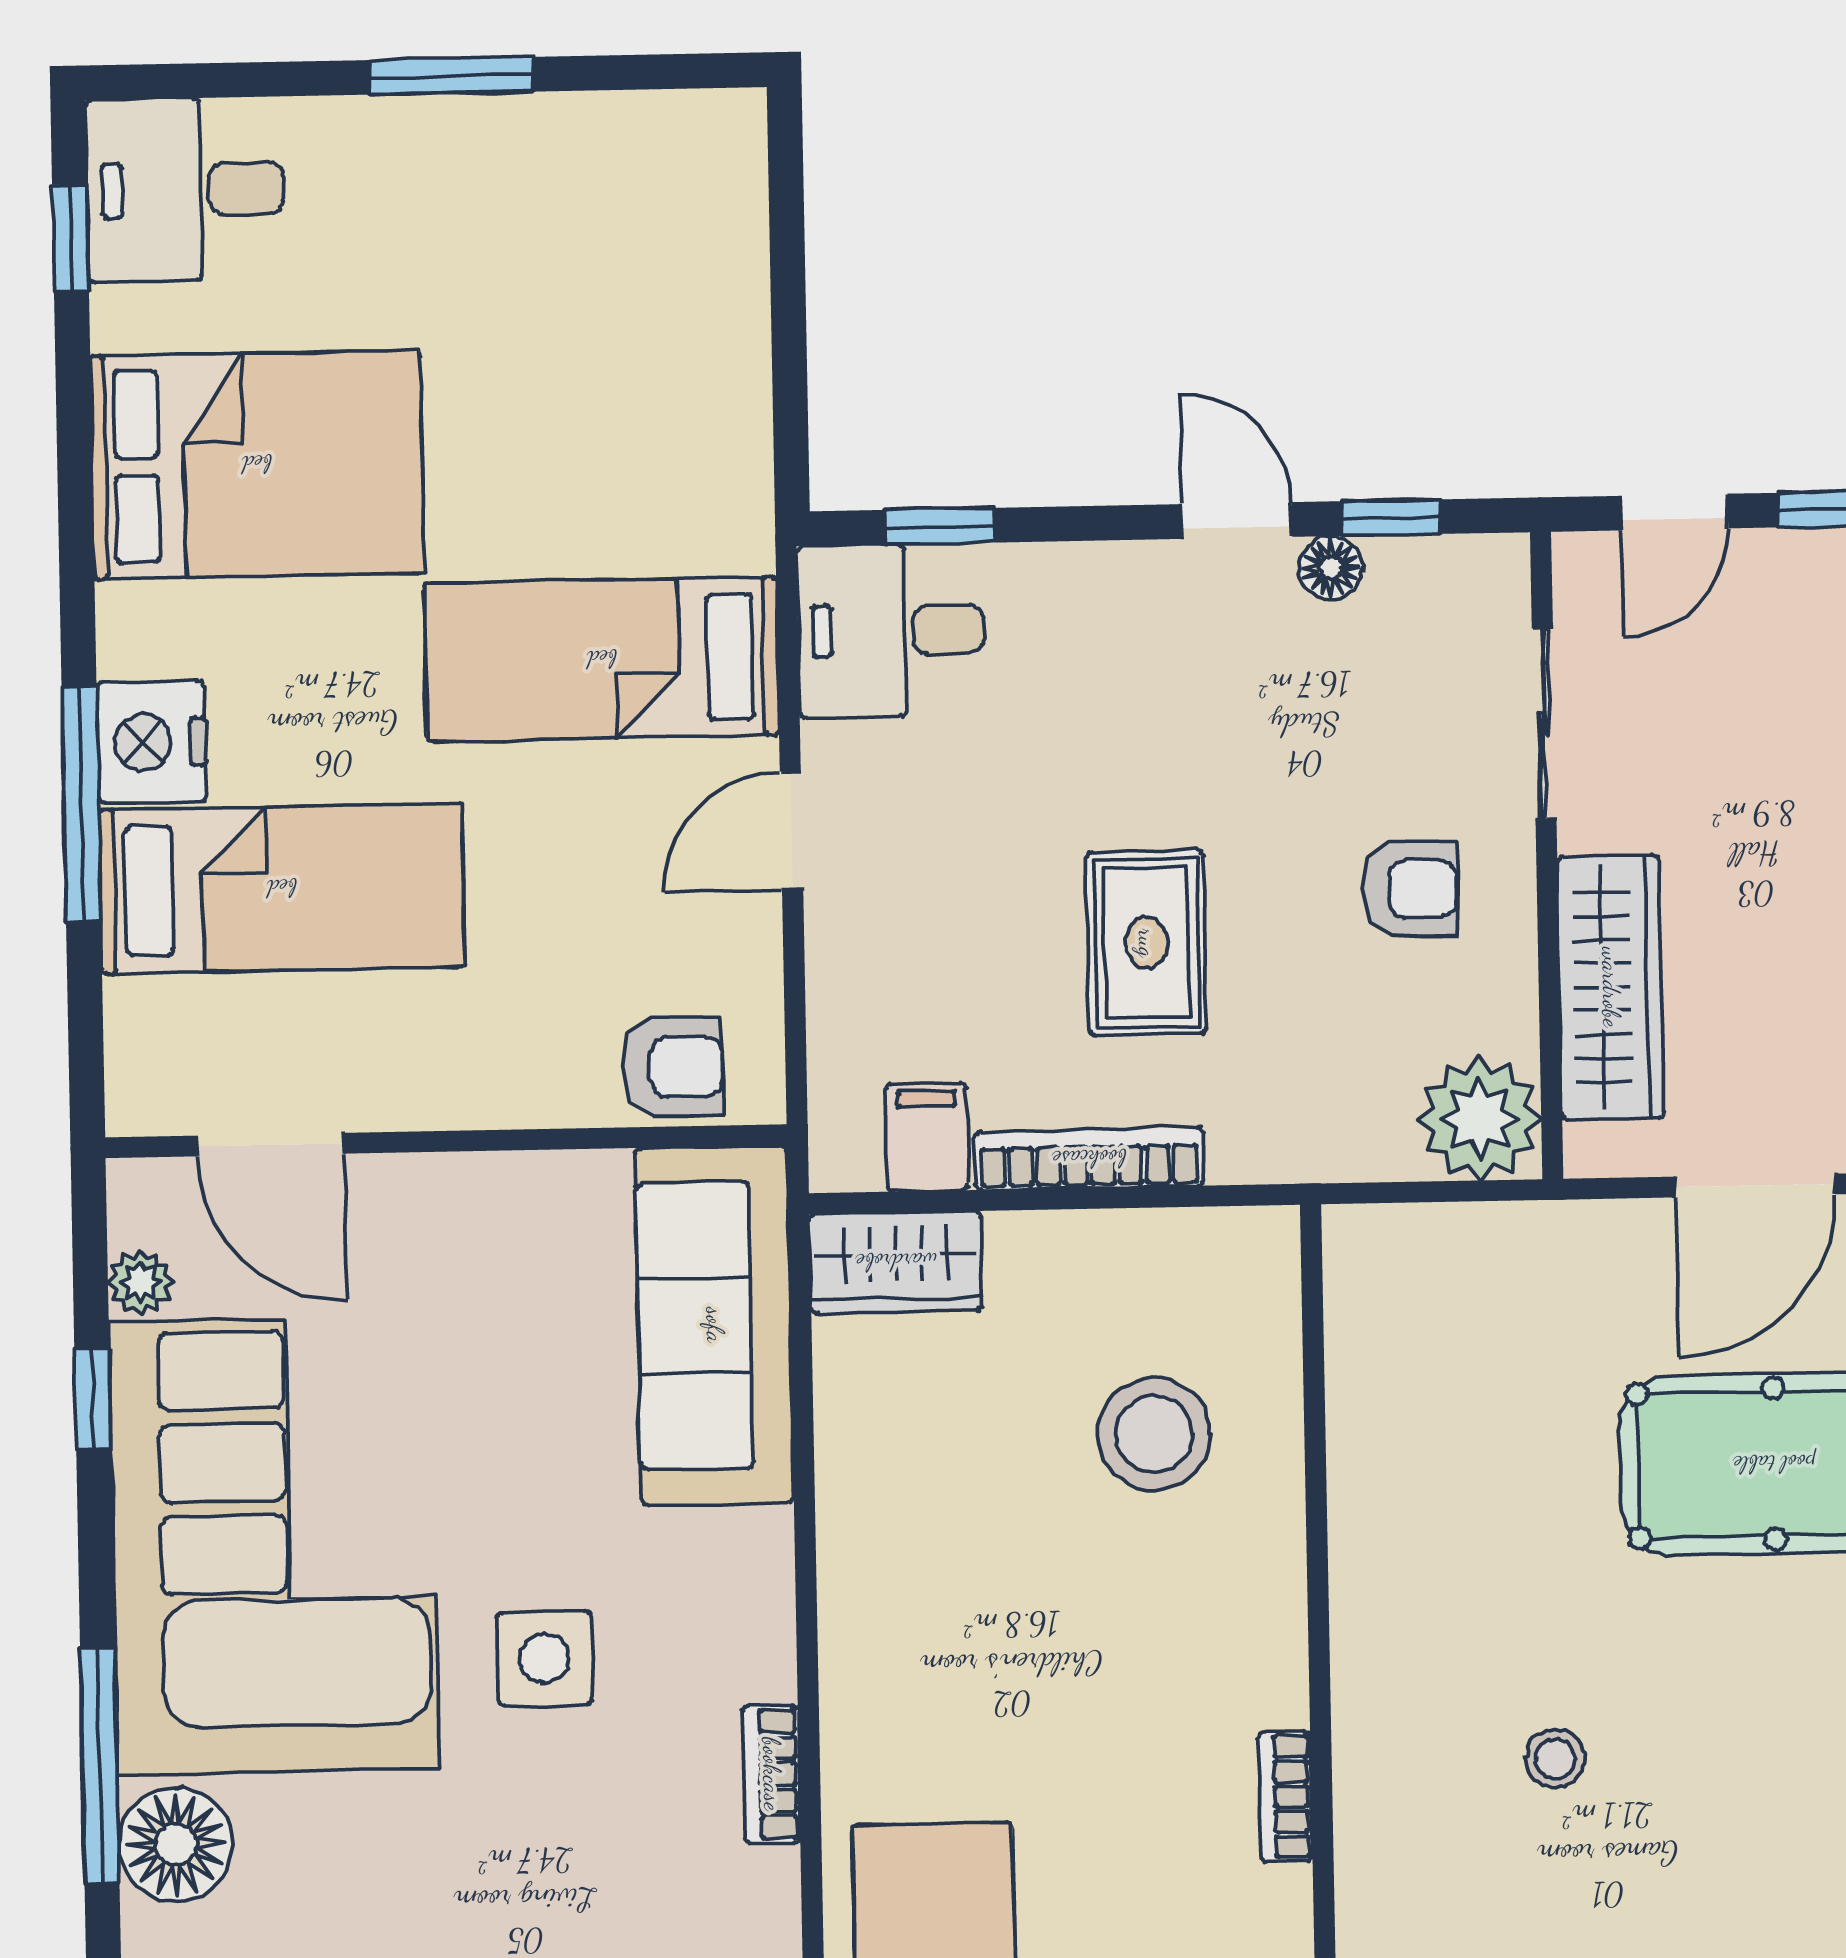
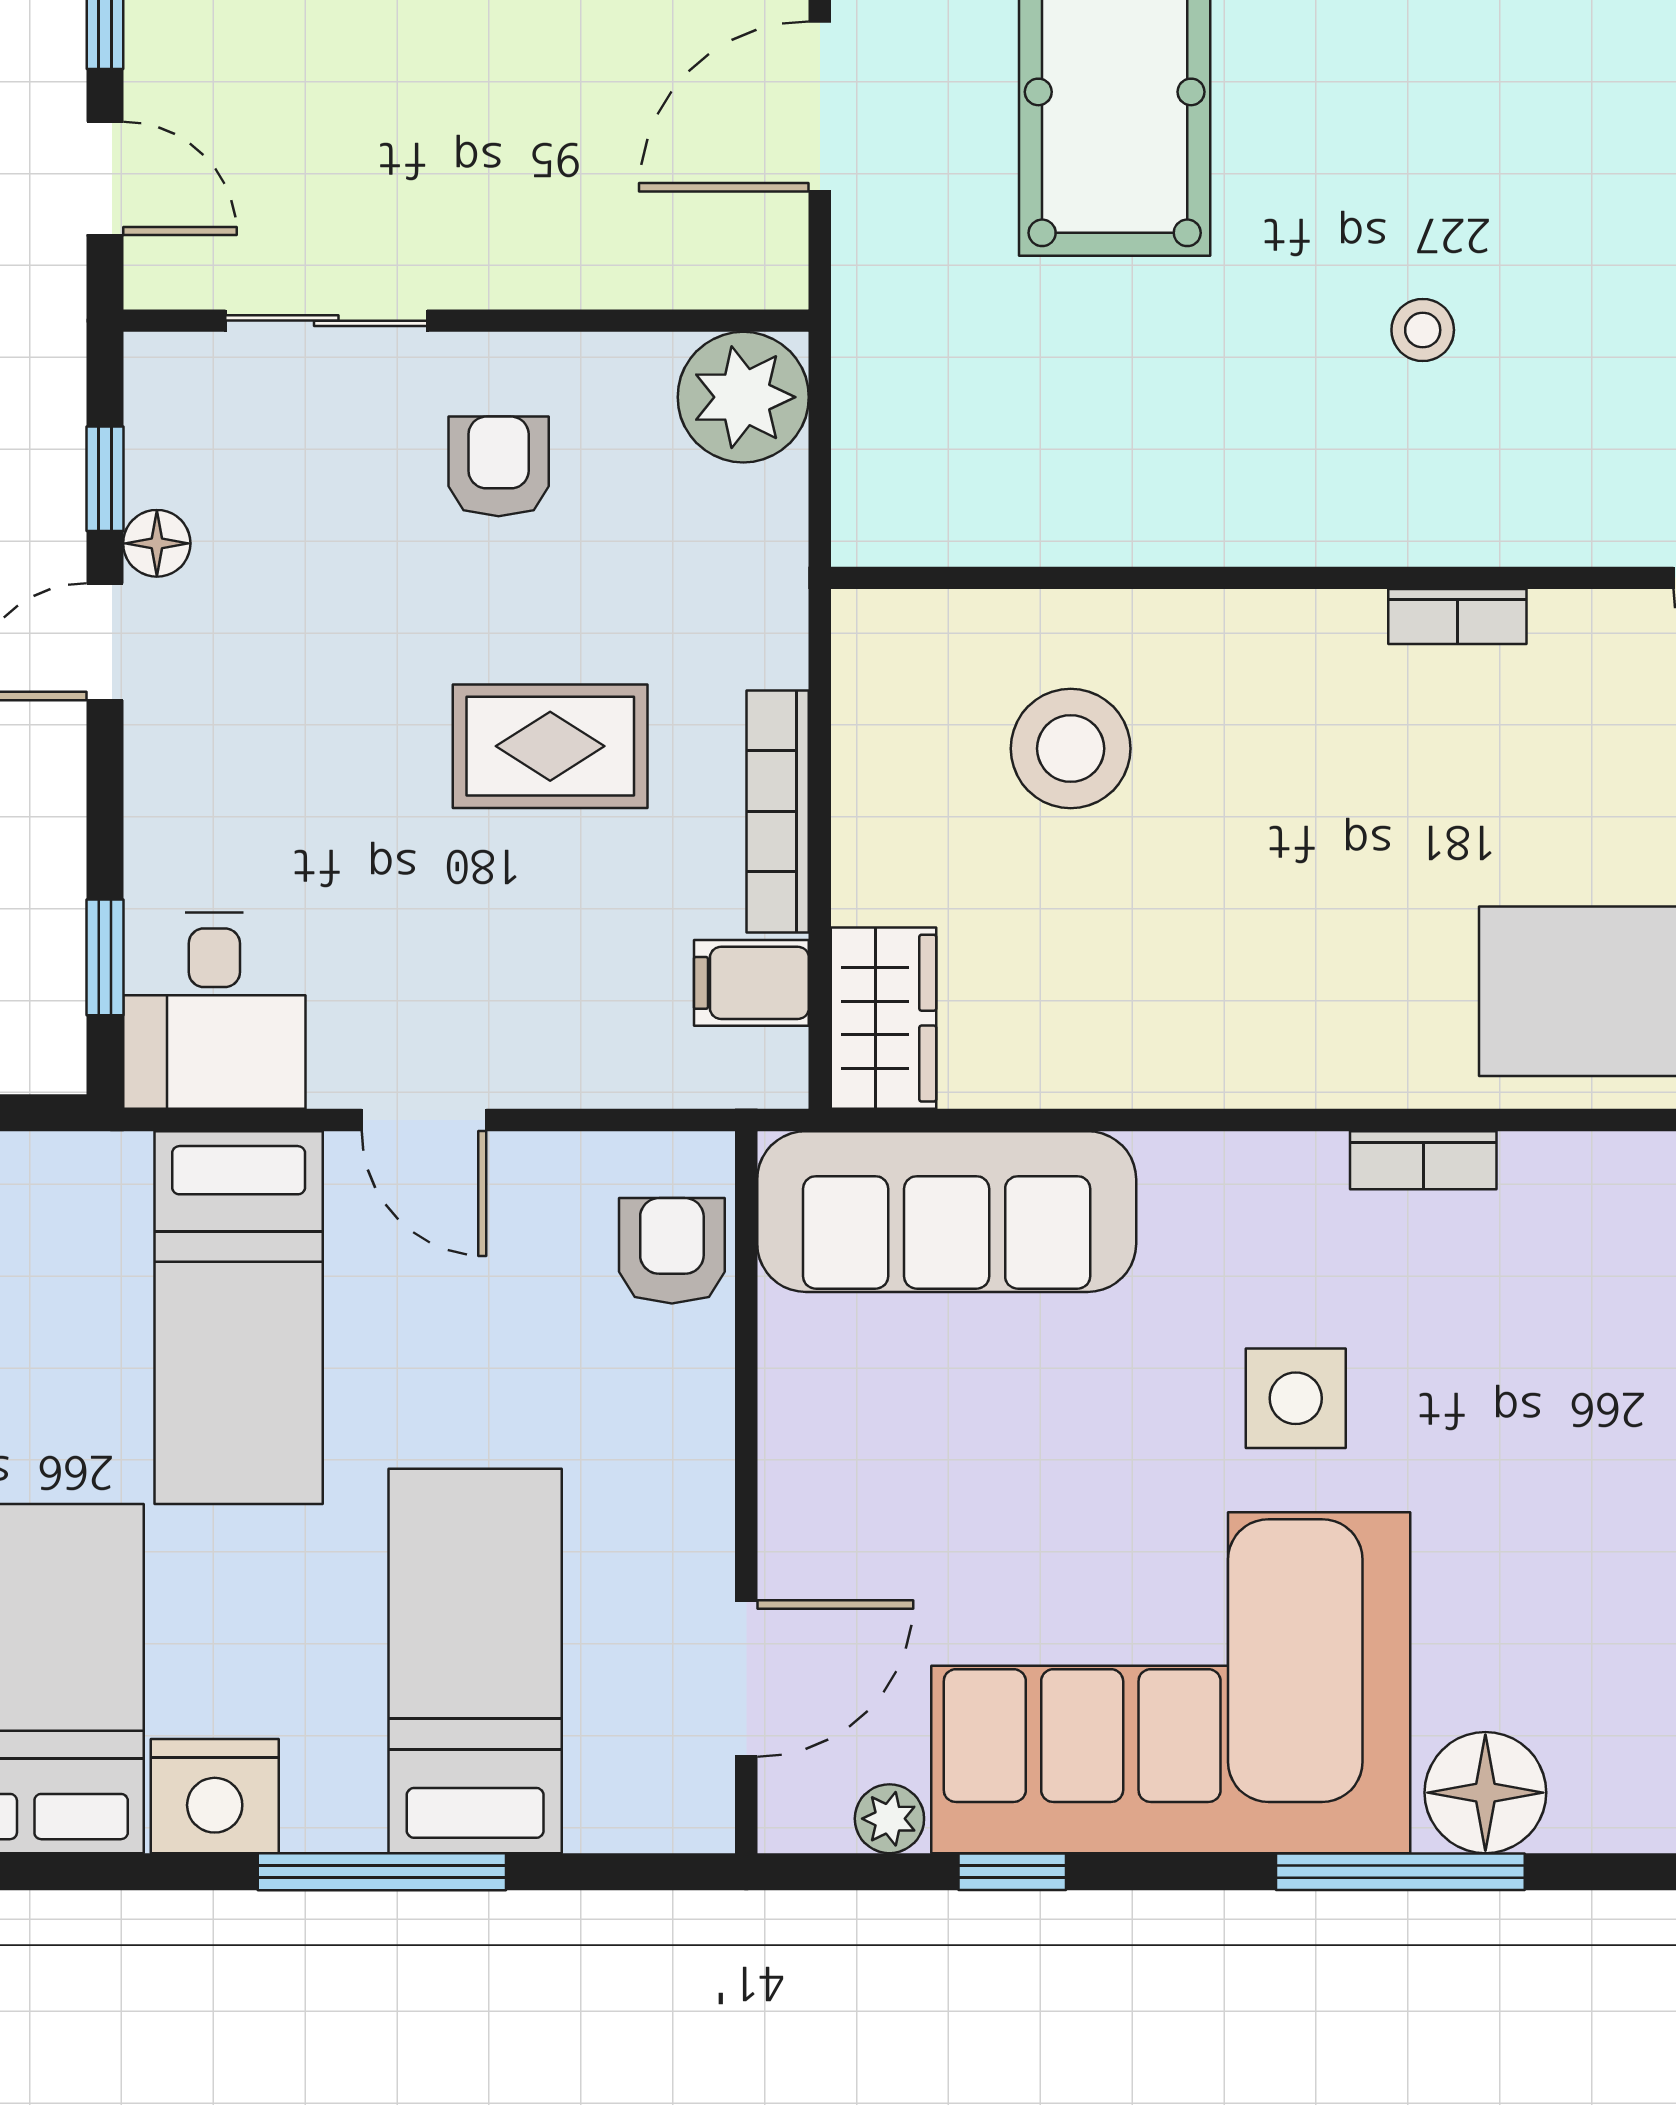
nightstand: (151, 742) -> (215, 1796), moved
wardrobe: (1611, 987) -> (607, 256), removed
door: (1755, 1186) -> (820, 106), swing flipped

